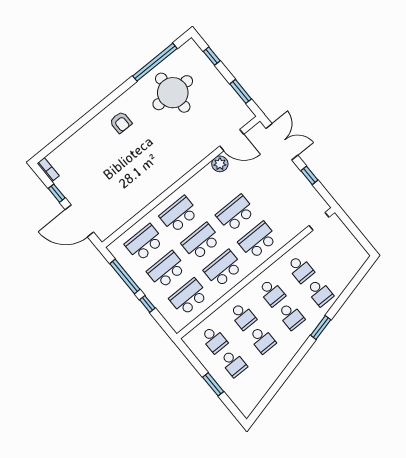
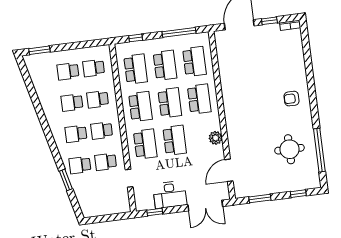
round table: (173, 93) -> (289, 149), width x0.73, depth x0.73
plant: (220, 164) -> (216, 138), moved
window: (309, 175) -> (155, 212), moved
desk: (293, 184) -> (170, 195), added
doorway: (319, 221) -> (129, 178), moved
window: (147, 304) -> (136, 38), moved
window: (321, 327) -> (66, 180), moved
window: (213, 384) -> (39, 50), moved

